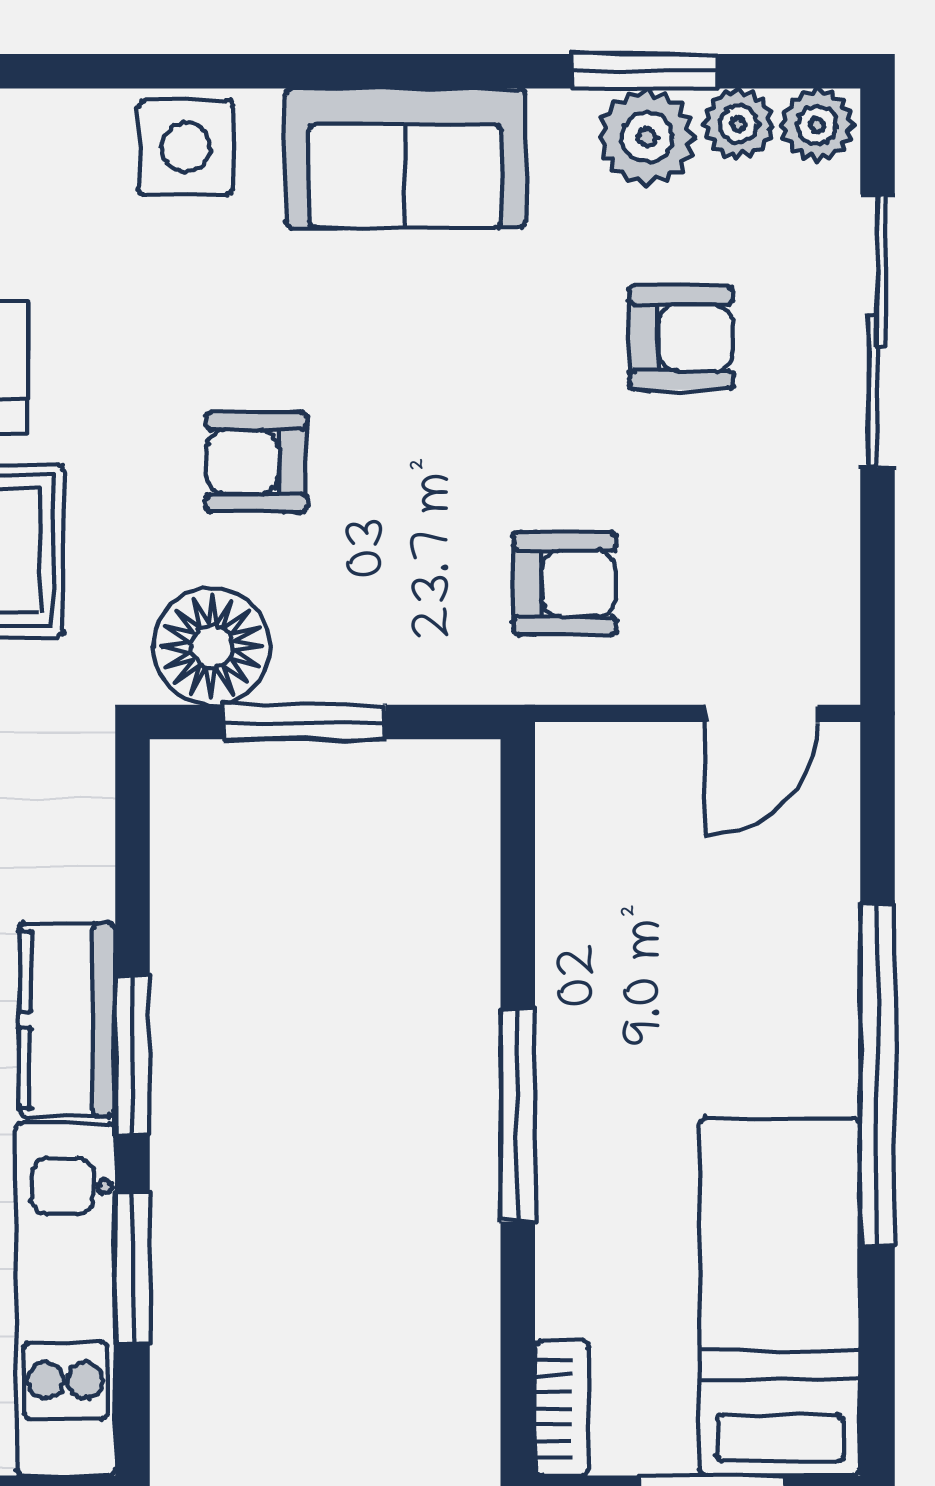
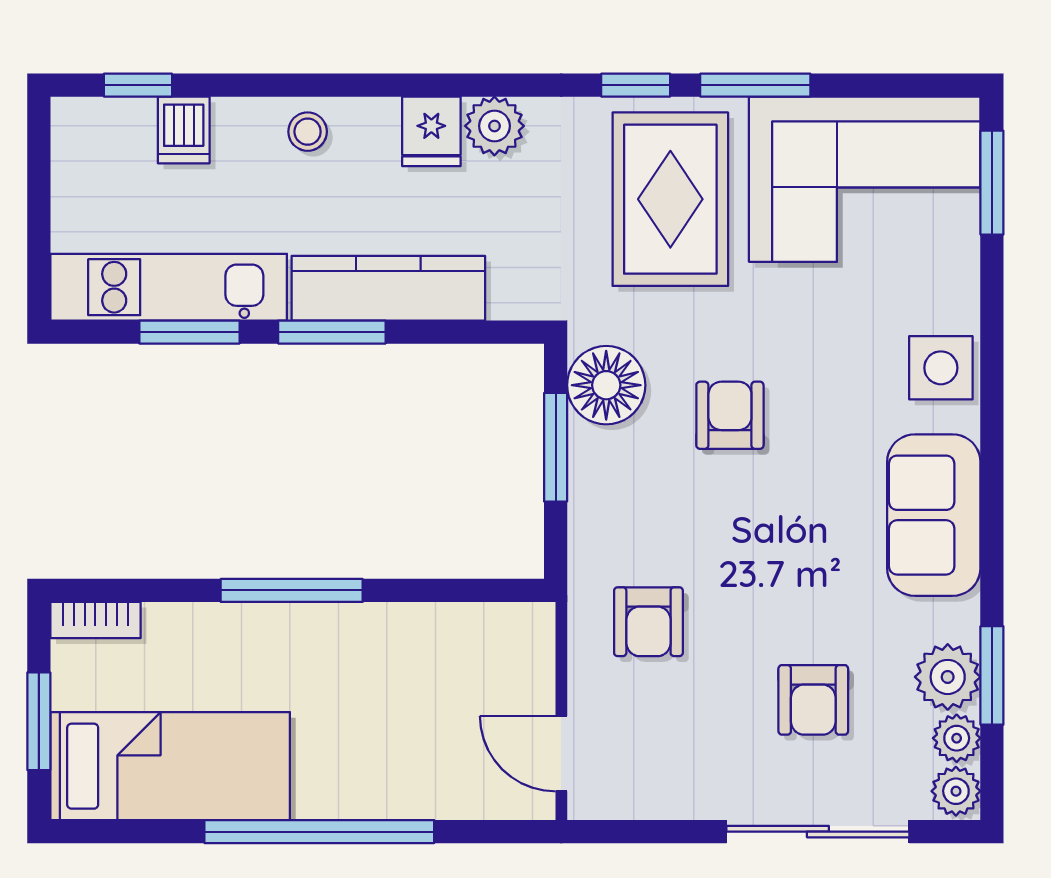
kitchen counter: (67, 1020) -> (388, 288), width x1.50

